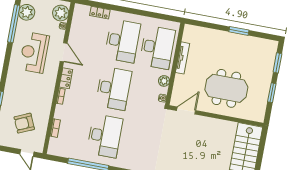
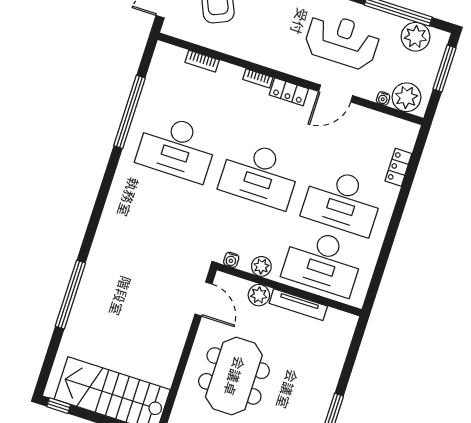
plant: (180, 80) -> (259, 295), added

